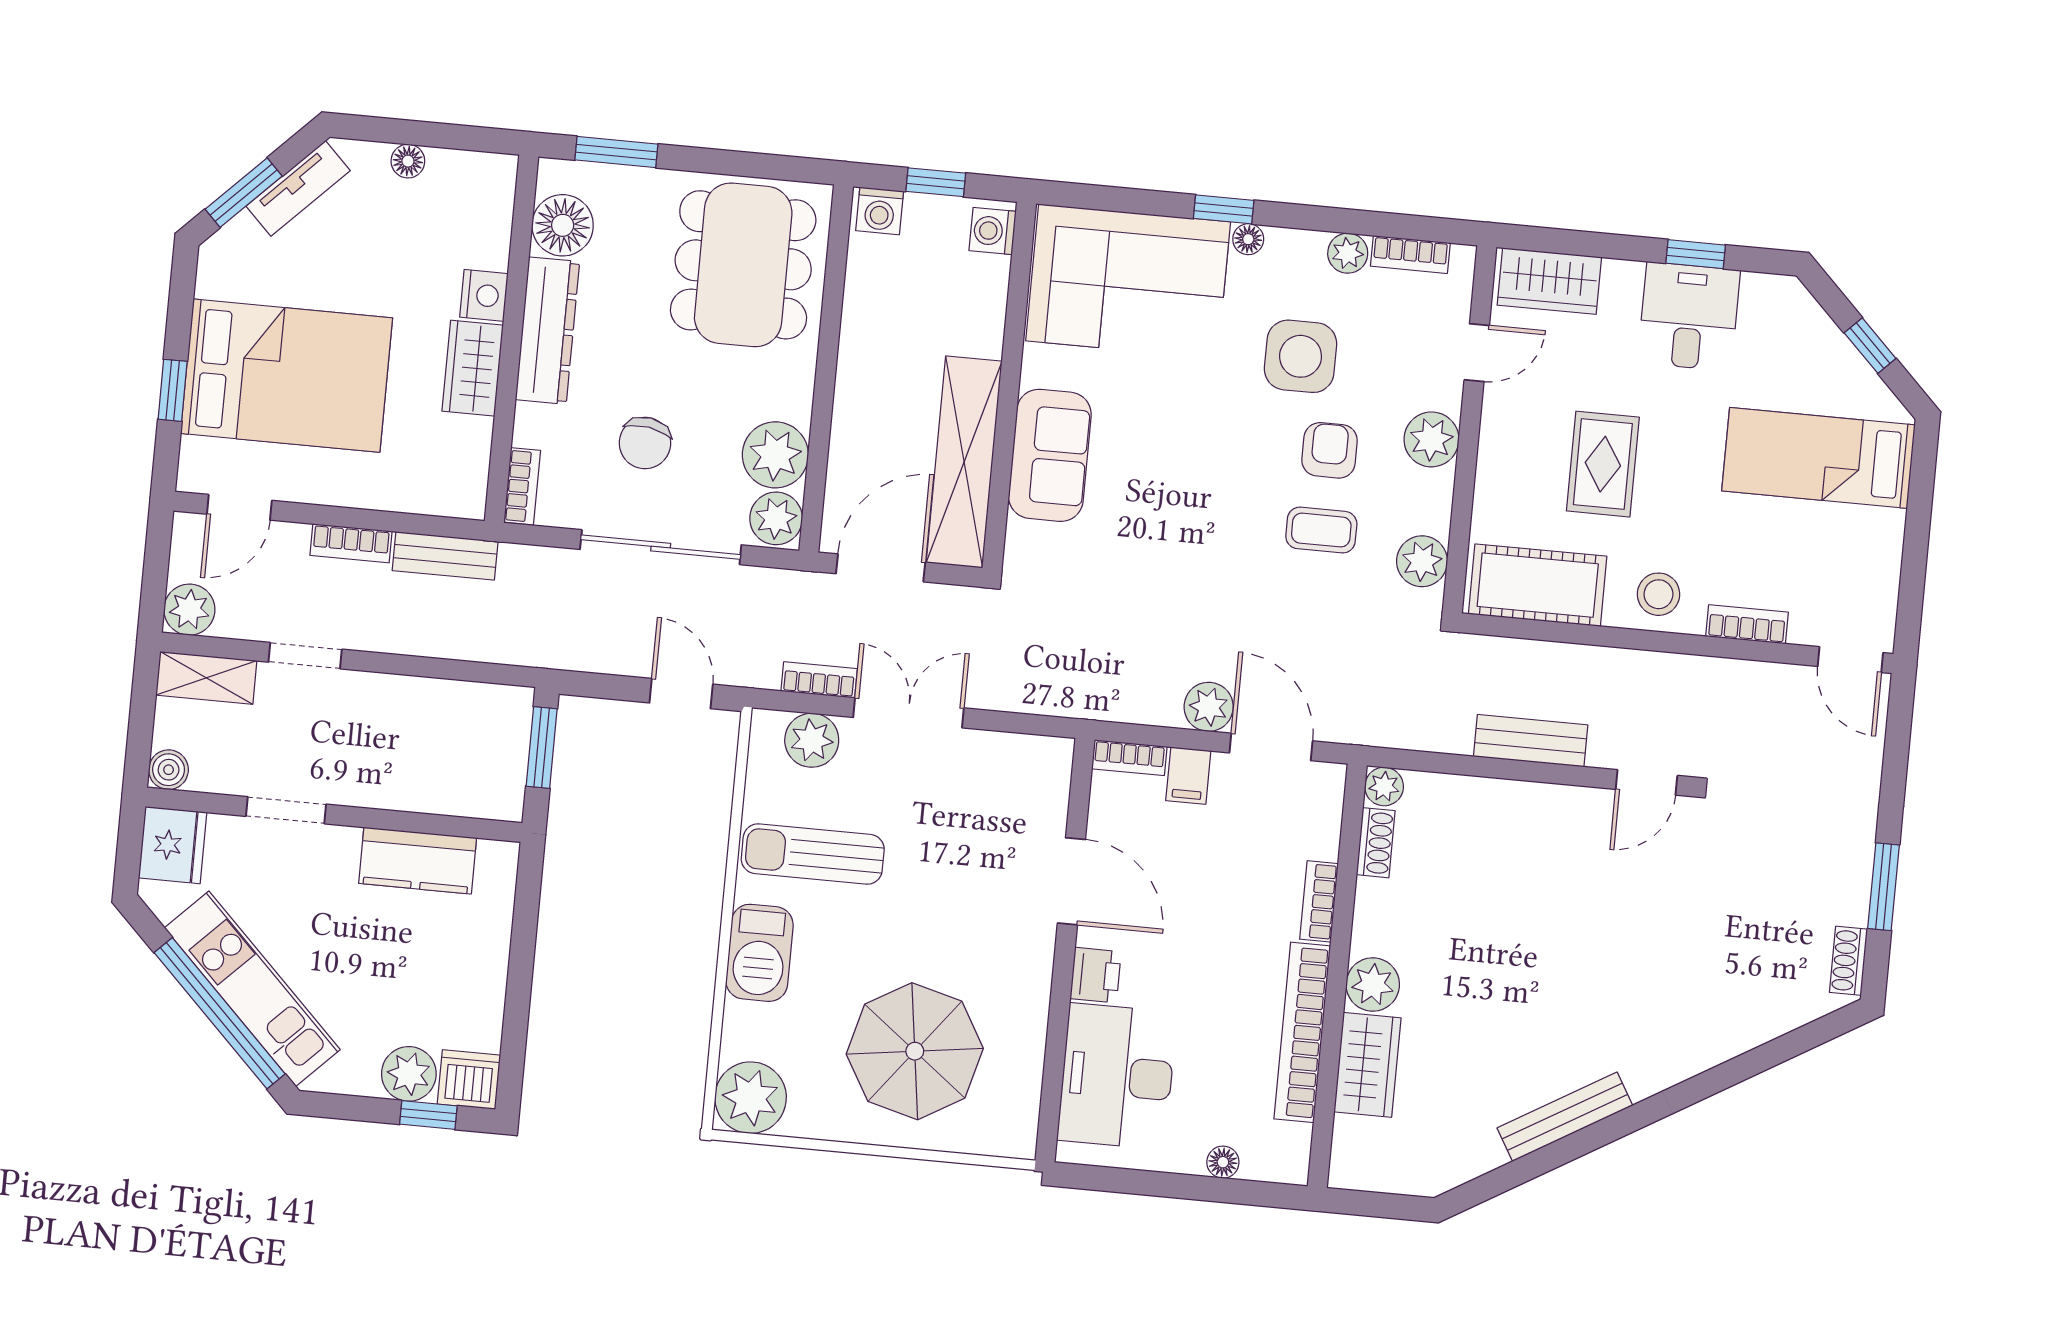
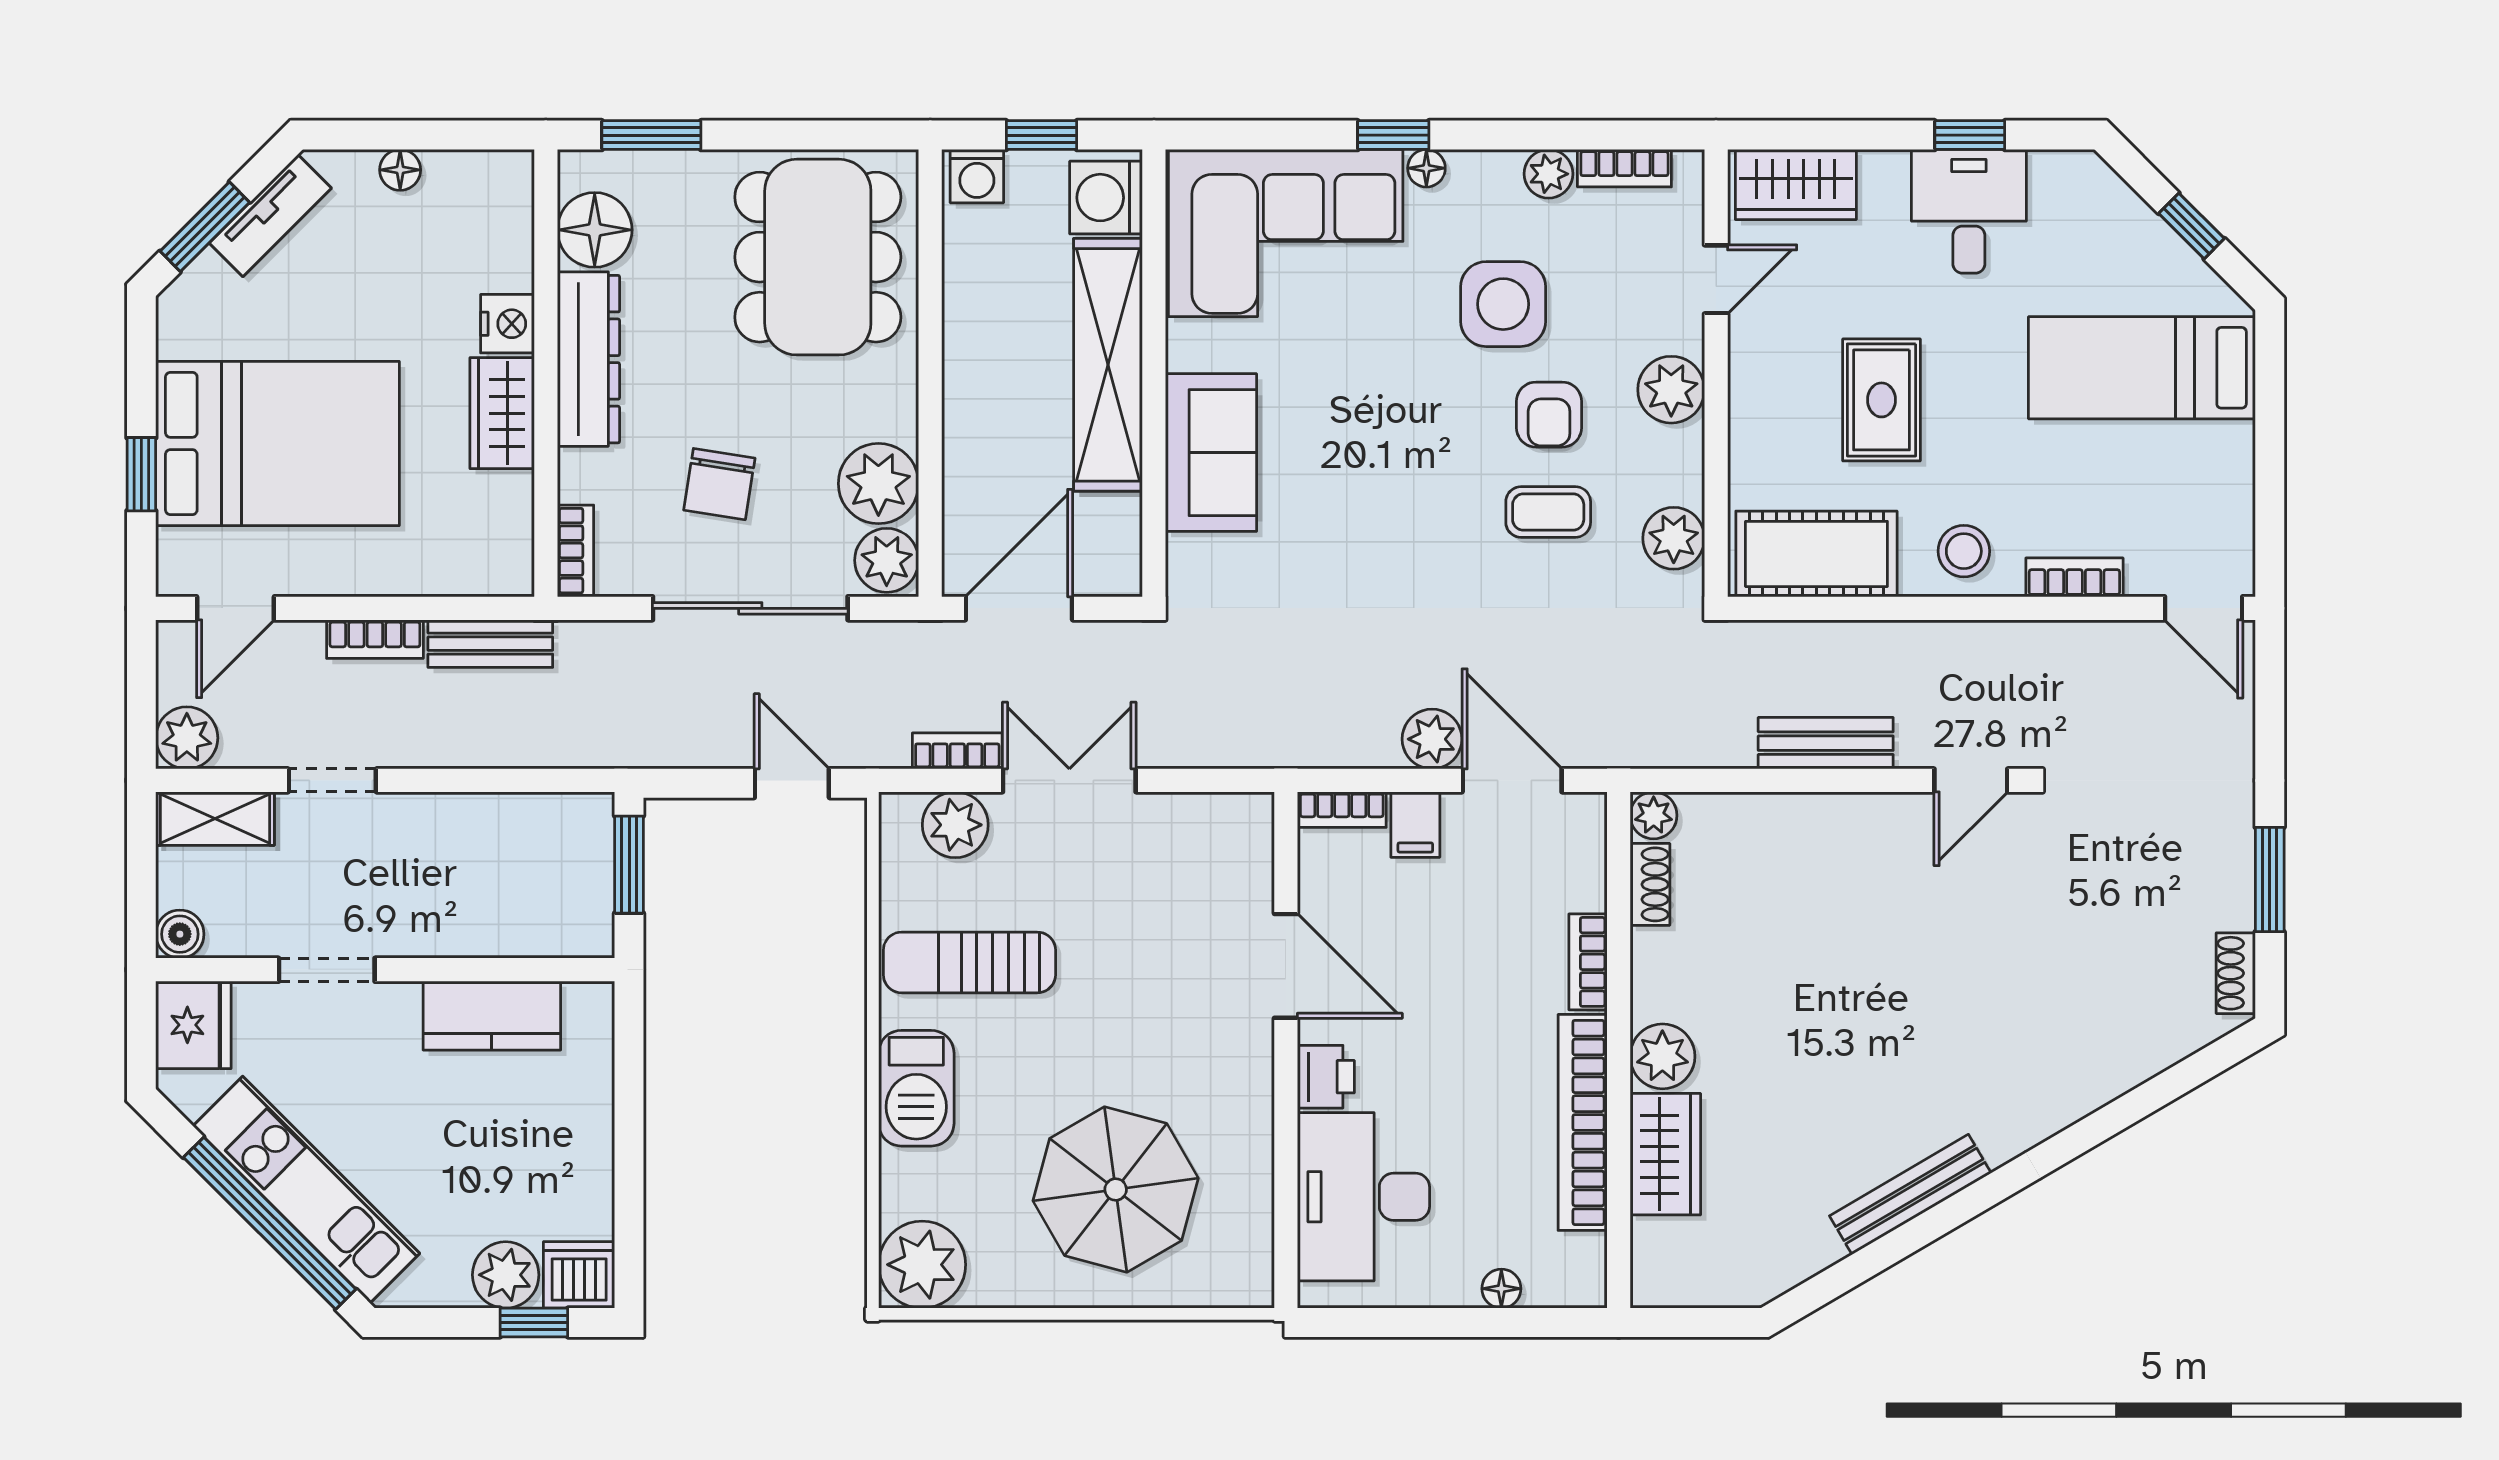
washing machine: (993, 231) -> (1106, 198), width x1.38, depth x1.38
armchair: (1330, 450) -> (1549, 415), turned 180
shelving: (964, 462) -> (1108, 365), moved

